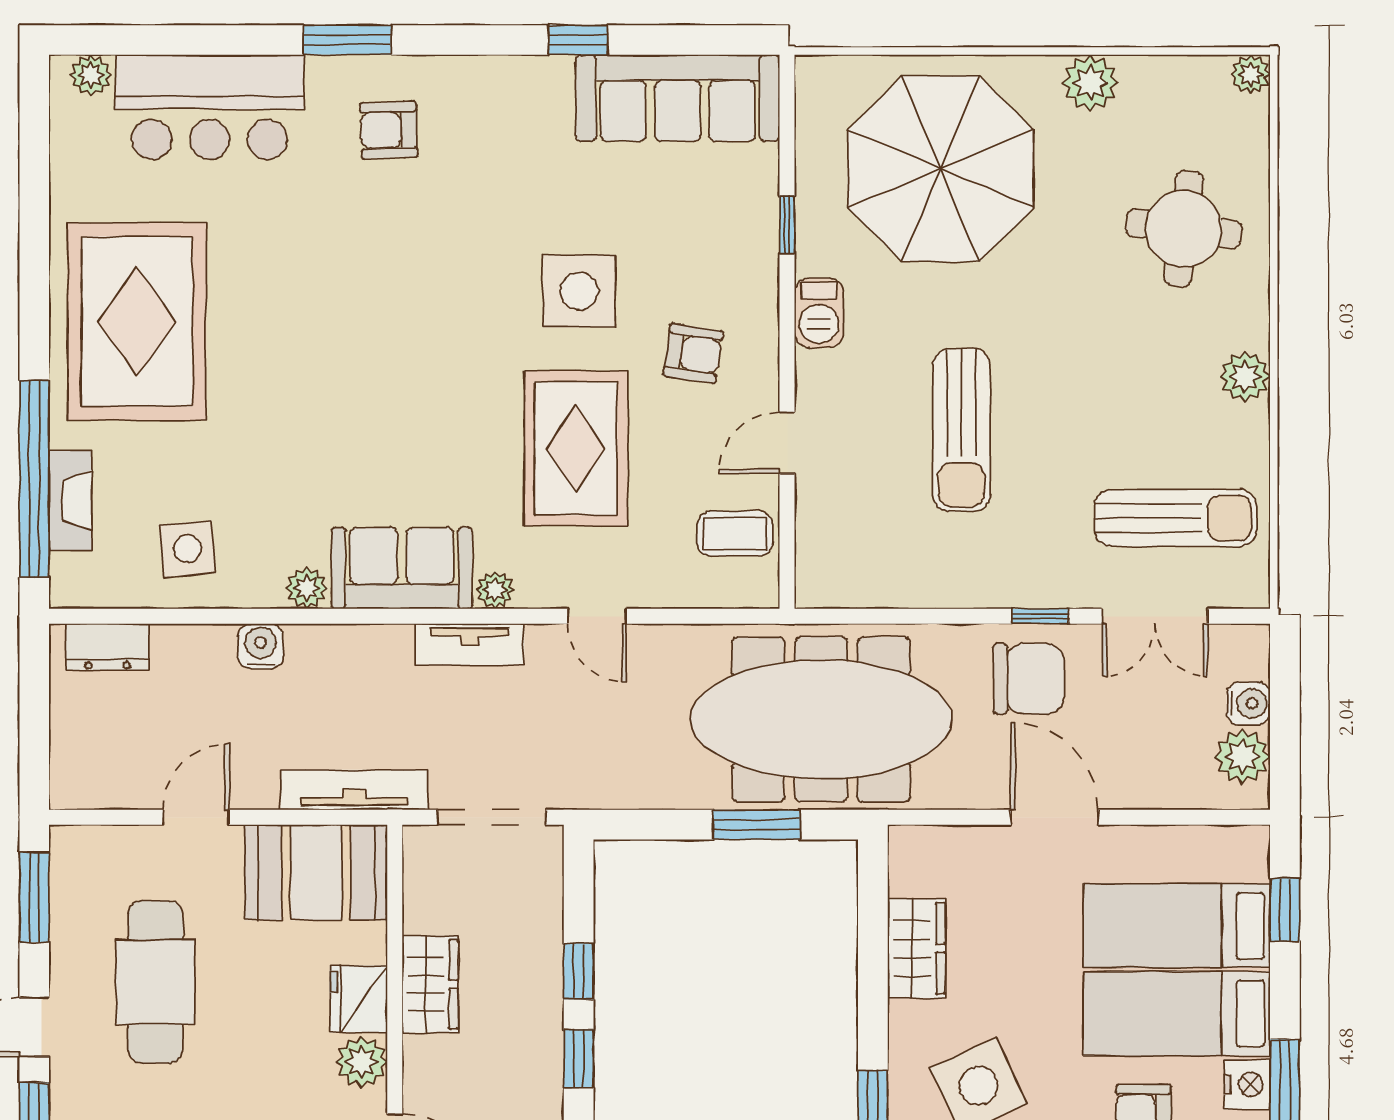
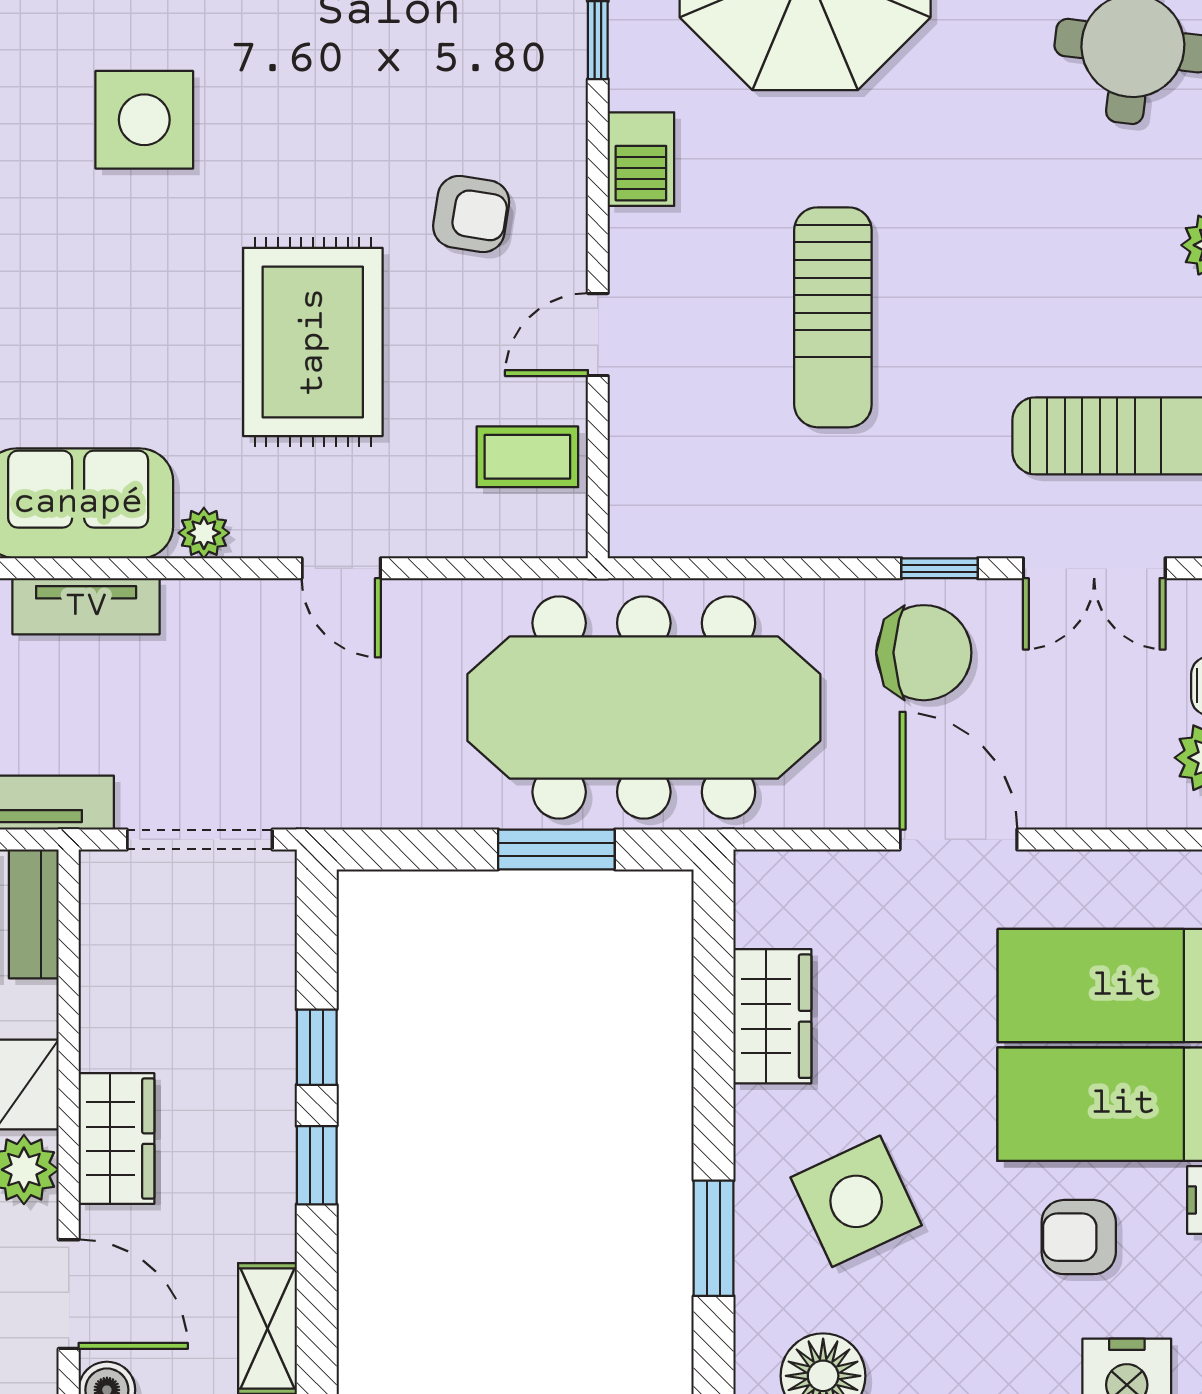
side table: (579, 291) -> (144, 120), moved
tv unit: (470, 644) -> (86, 606), moved
wardrobe: (430, 984) -> (116, 1139), moved

